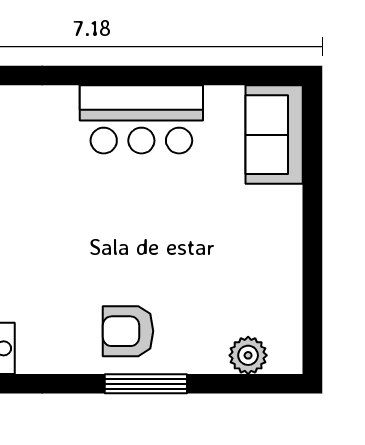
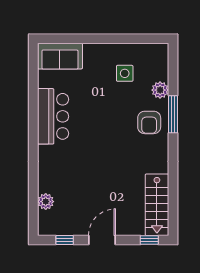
side table: (236, 277) -> (125, 73), added
plant: (248, 355) -> (160, 90), moved

